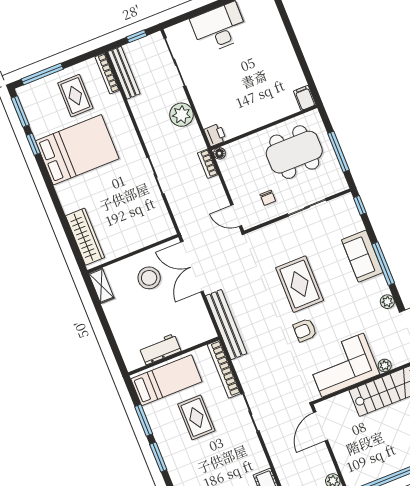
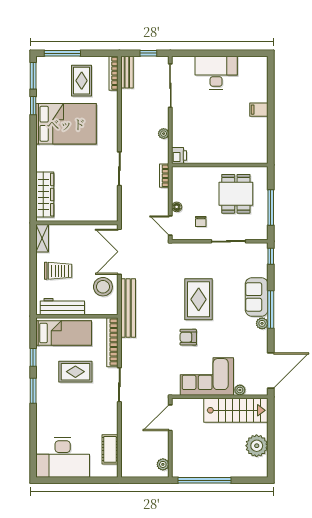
bench: (124, 73) -> (127, 72), width x0.73
filing cabinet: (305, 98) -> (259, 110), moved, turned -90
plant: (181, 115) -> (164, 134), width x0.53, depth x0.53
dining table: (294, 152) -> (236, 194), width x0.73
floor lamp: (219, 153) -> (177, 207), moved
stool: (149, 278) -> (103, 287), moved
plant: (387, 302) -> (262, 323), moved
trolley: (133, 314) -> (58, 271), added
workbench: (160, 349) -> (62, 307), width x1.38
rug: (196, 417) -> (75, 372), turned 90
window: (144, 420) -> (33, 357), width x0.67

